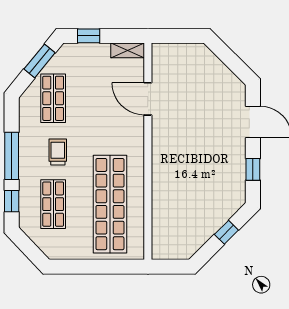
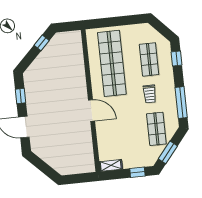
door: (148, 99) -> (92, 111), moved
window: (12, 156) -> (181, 102), moved
window: (226, 232) -> (42, 43), moved

